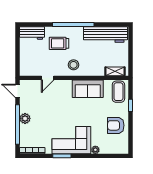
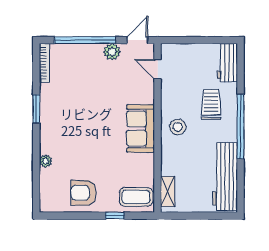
door: (48, 78) -> (158, 69), moved
sofa: (88, 89) -> (141, 129), moved
plant: (25, 118) -> (112, 52), moved
armchair: (116, 125) -> (84, 193), turned -90
corner sofa: (71, 140) -> (61, 124), removed

